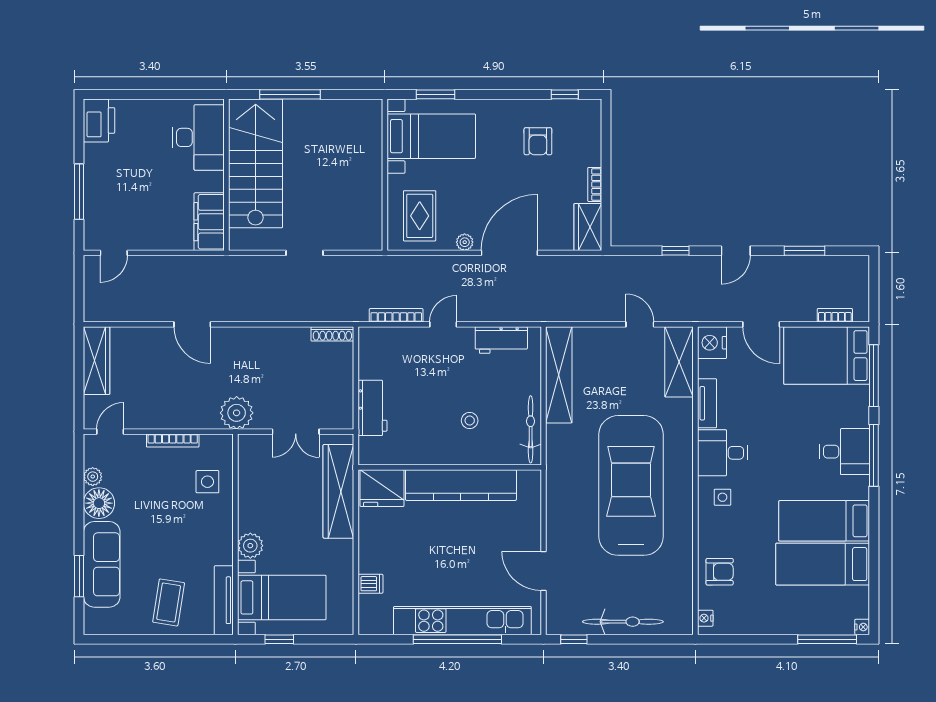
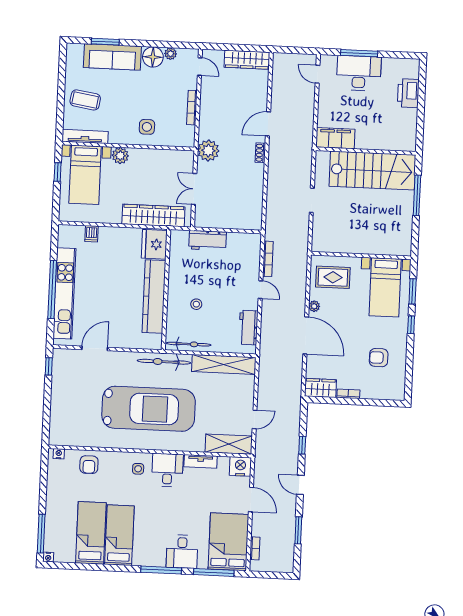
window: (565, 94) -> (411, 325), moved
printer: (99, 120) -> (408, 93), moved, turned 90
desk: (198, 137) -> (359, 73), moved, turned 180
door: (761, 324) -> (251, 499), swing flipped
shoe rack: (332, 334) -> (260, 153), moved, width x0.70
desk: (845, 452) -> (182, 552), moved
side table: (207, 482) -> (147, 127), moved
bicycle: (623, 622) -> (164, 362), moved, turned 90

